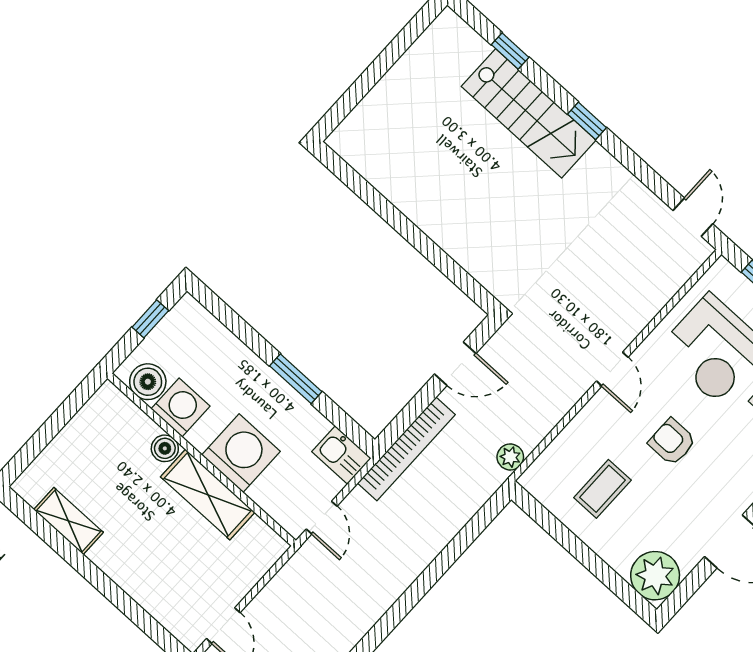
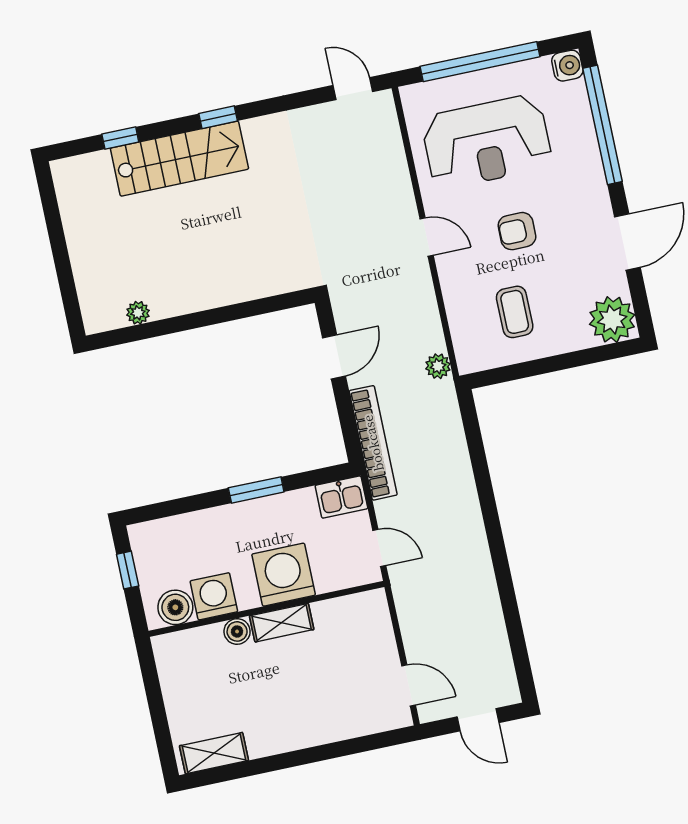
plant: (374, 172) -> (138, 313), added
shelving: (208, 495) -> (282, 623), width x0.67, depth x0.75
shelving: (69, 521) -> (214, 753), moved

